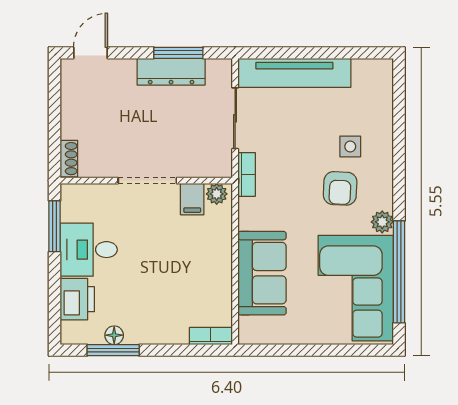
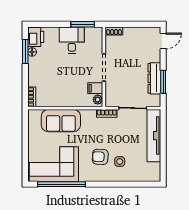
door: (90, 53) -> (163, 41), hinge flipped
plant: (382, 222) -> (85, 176), removed
printer: (77, 299) -> (36, 37), moved, turned -90

